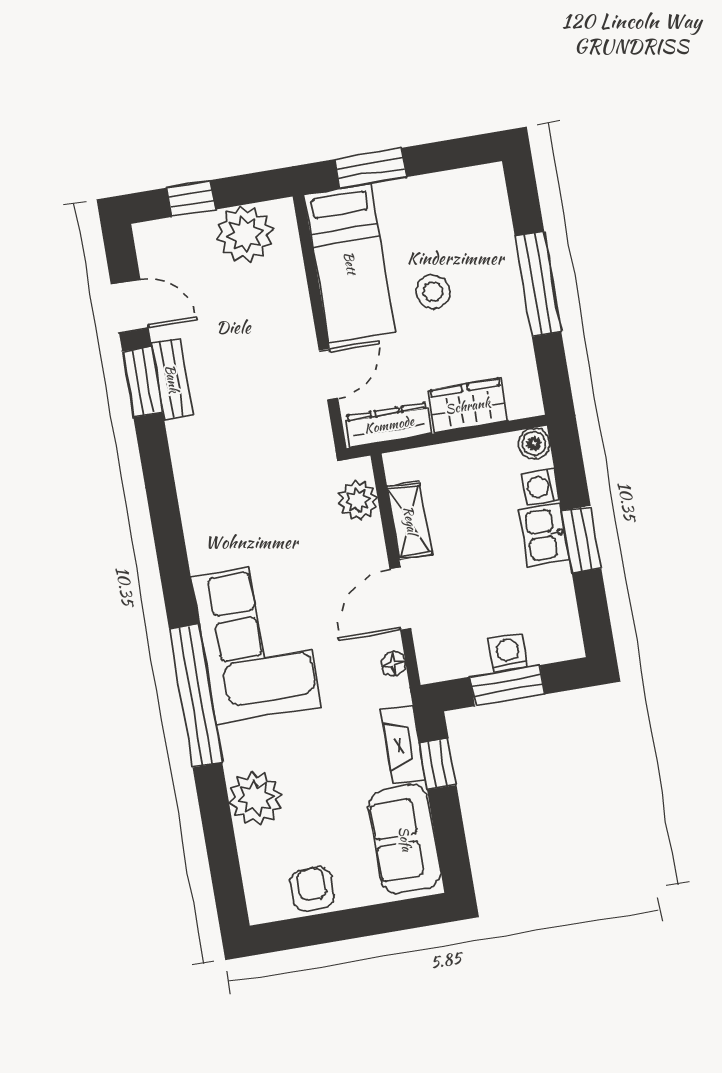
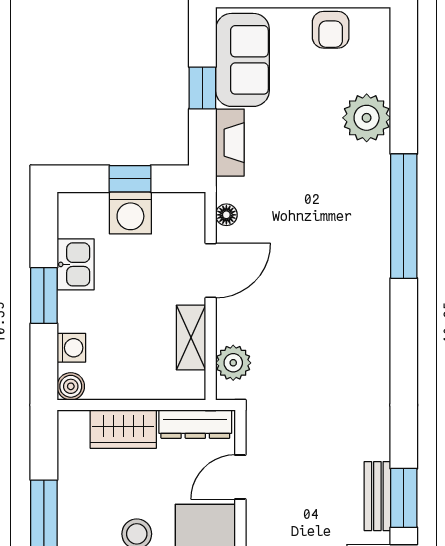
kitchen sink: (544, 535) -> (76, 264), moved
corner sofa: (256, 641) -> (343, 254), removed
washing machine: (508, 653) -> (130, 213), width x1.38, depth x1.38
window: (507, 686) -> (130, 179), width x0.67
window: (438, 764) -> (202, 88), moved

